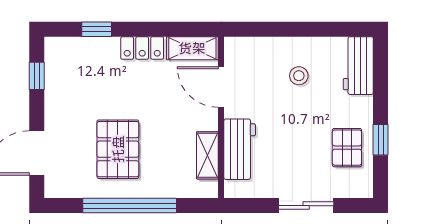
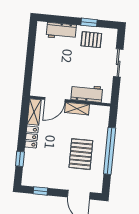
workbench: (358, 66) -> (61, 31), moved
stool: (299, 76) -> (53, 60), removed
pallet: (118, 149) -> (81, 154), turned 90
shelving: (207, 155) -> (77, 109), moved

